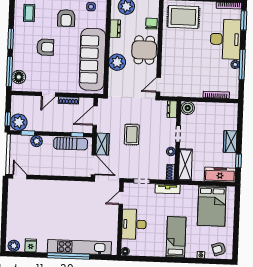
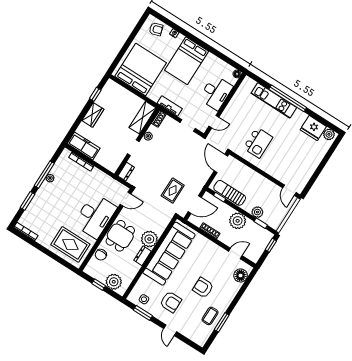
coffee table: (29, 13) -> (210, 316), moved
armchair: (66, 18) -> (171, 302), turned 90
window: (244, 20) -> (27, 201), moved
dresser: (115, 29) -> (143, 256), moved
window: (11, 39) -> (222, 322), moved
desk: (226, 39) -> (95, 216), moved, turned 180
window: (9, 72) -> (246, 285), removed
door: (48, 94) -> (235, 253), moved
boiler: (188, 108) -> (112, 165), removed
plant: (19, 122) -> (238, 221), moved
rug: (132, 135) -> (173, 191), moved
wardrobe: (103, 144) -> (203, 177), removed
freezer: (220, 175) -> (84, 146), moved, turned 180
kitchen island: (72, 202) -> (258, 143), added
bed: (212, 206) -> (141, 69), width x1.36
bed: (176, 237) -> (187, 61), width x1.50
fridge: (31, 245) -> (313, 128), width x1.88, depth x1.34
kitchen unit: (79, 247) -> (274, 100), width x0.73

